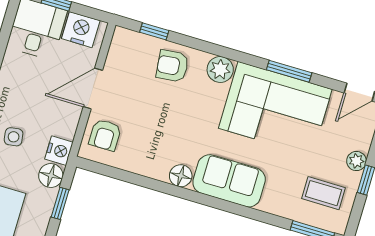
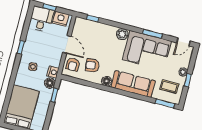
armchair: (172, 66) -> (92, 65), moved
door: (93, 89) -> (67, 44), swing flipped
sofa: (229, 181) -> (133, 84), width x1.36

